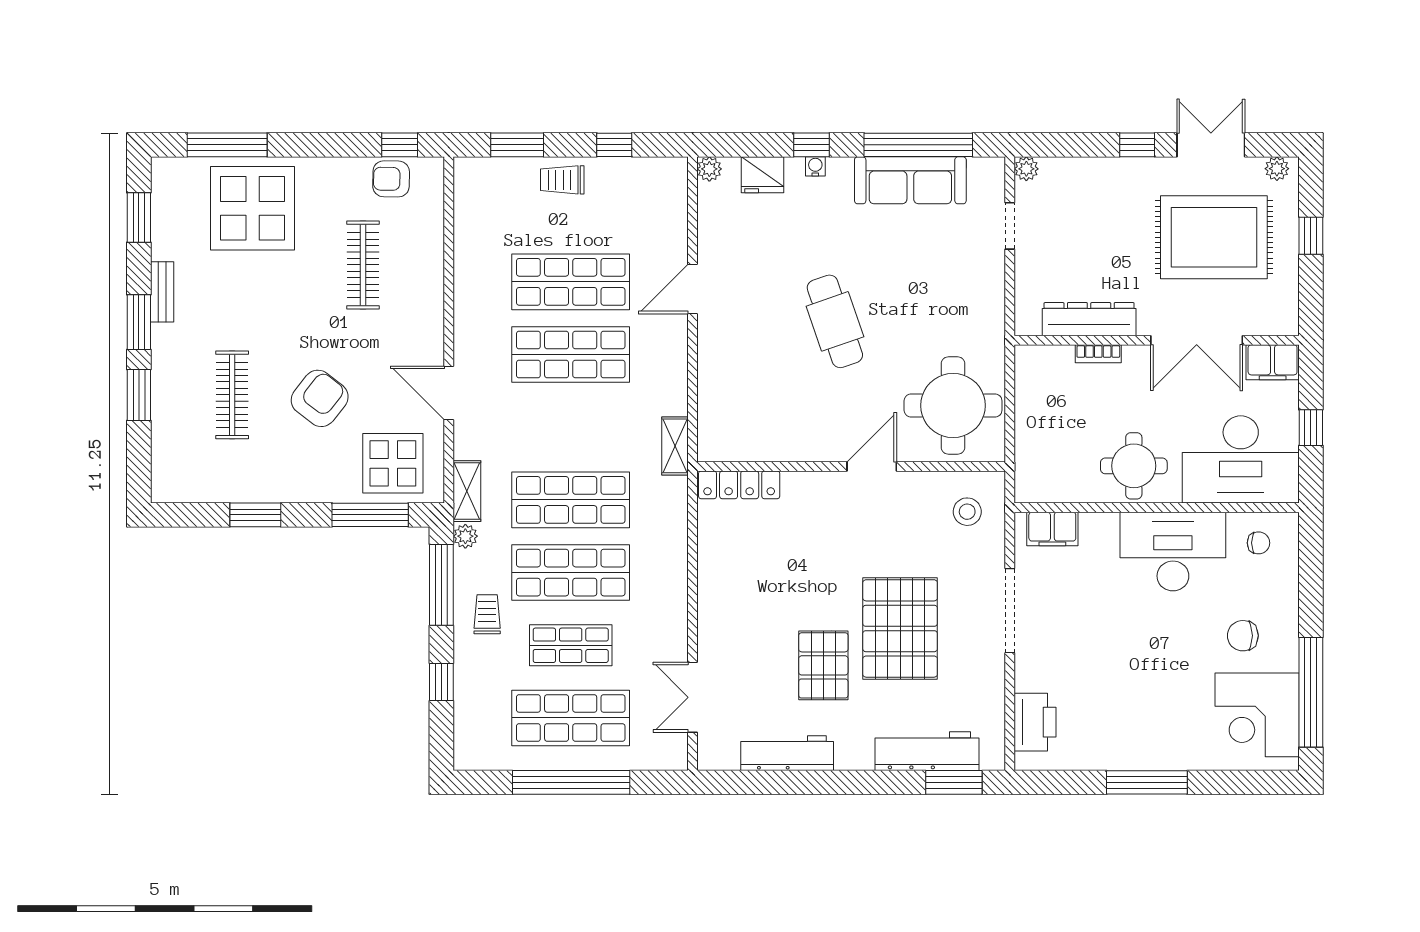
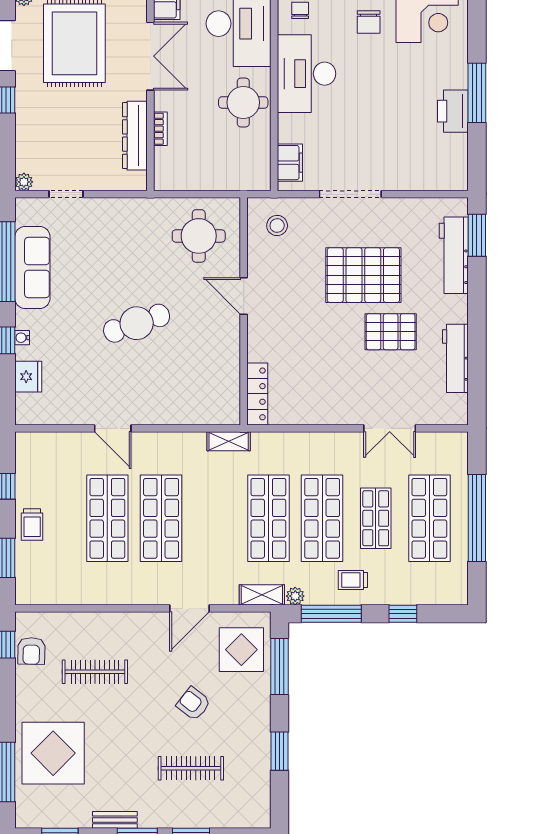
plant: (709, 169) -> (24, 416), removed
armchair: (320, 398) -> (193, 704), width x0.72, depth x0.72
round table: (953, 406) -> (199, 236), width x0.73, depth x0.73
double door: (693, 697) -> (390, 428), moved
printer: (1035, 722) -> (453, 111), moved, turned -90

